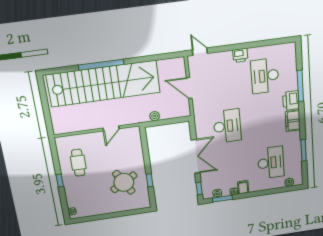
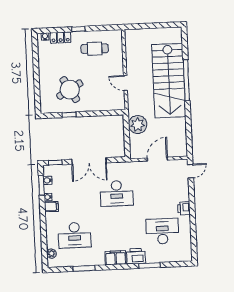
stairs: (104, 84) -> (169, 81), width x0.73
window: (300, 86) -> (149, 265), width x0.69
plant: (155, 116) -> (138, 125), width x1.87, depth x1.87
locker: (71, 197) -> (60, 38), added

